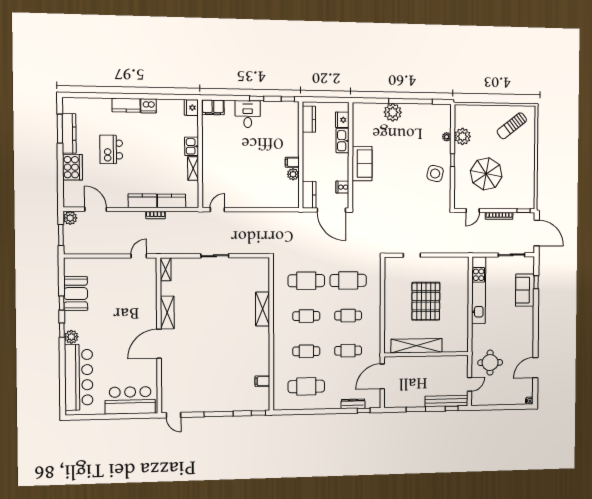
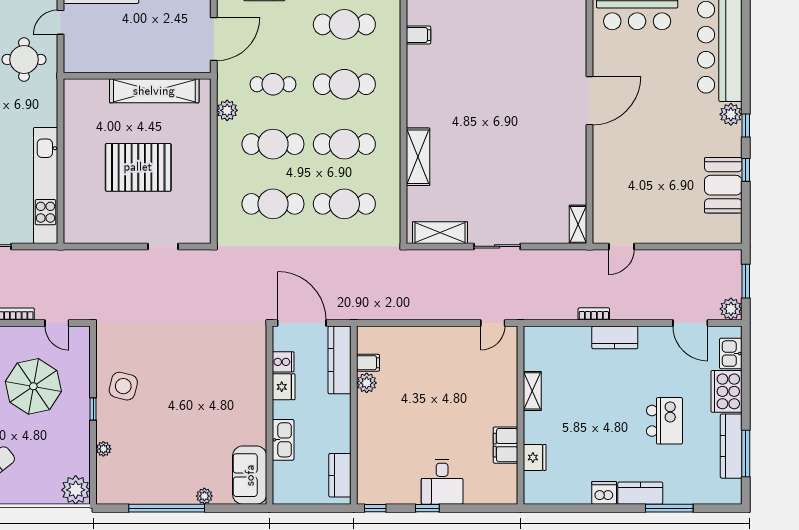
window: (108, 96) -> (669, 508), added
filing cabinet: (213, 107) -> (505, 445), moved, turned -90
fridge: (191, 108) -> (535, 457), moved
plant: (393, 112) -> (204, 496), width x0.53, depth x0.53
fridge: (342, 120) -> (284, 387), moved
plant: (462, 136) -> (76, 490), moved
kitchen sink: (192, 146) -> (731, 354), moved, turned 180
filing cabinet: (292, 162) -> (368, 363), moved
sofa: (362, 164) -> (250, 475), moved
kitchen counter: (309, 195) -> (340, 360), width x1.50
kitchen counter: (172, 201) -> (568, 337), removed
door: (473, 211) -> (57, 323), swing flipped
pallet: (426, 301) -> (138, 167), turned 90
shelving: (167, 312) -> (440, 233), moved, turned 90
cafe table: (306, 316) -> (344, 144), width x1.37, depth x1.35
cafe table: (348, 316) -> (273, 144), width x1.37, depth x1.35
plant: (375, 335) -> (227, 110), added
cafe table: (306, 351) -> (344, 84), width x1.37, depth x1.35

